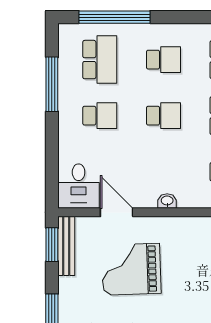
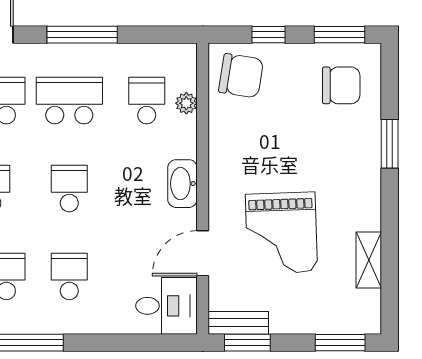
washbasin: (167, 201) -> (182, 184), width x1.91, depth x1.45
bench: (66, 246) -> (238, 323), width x0.73

